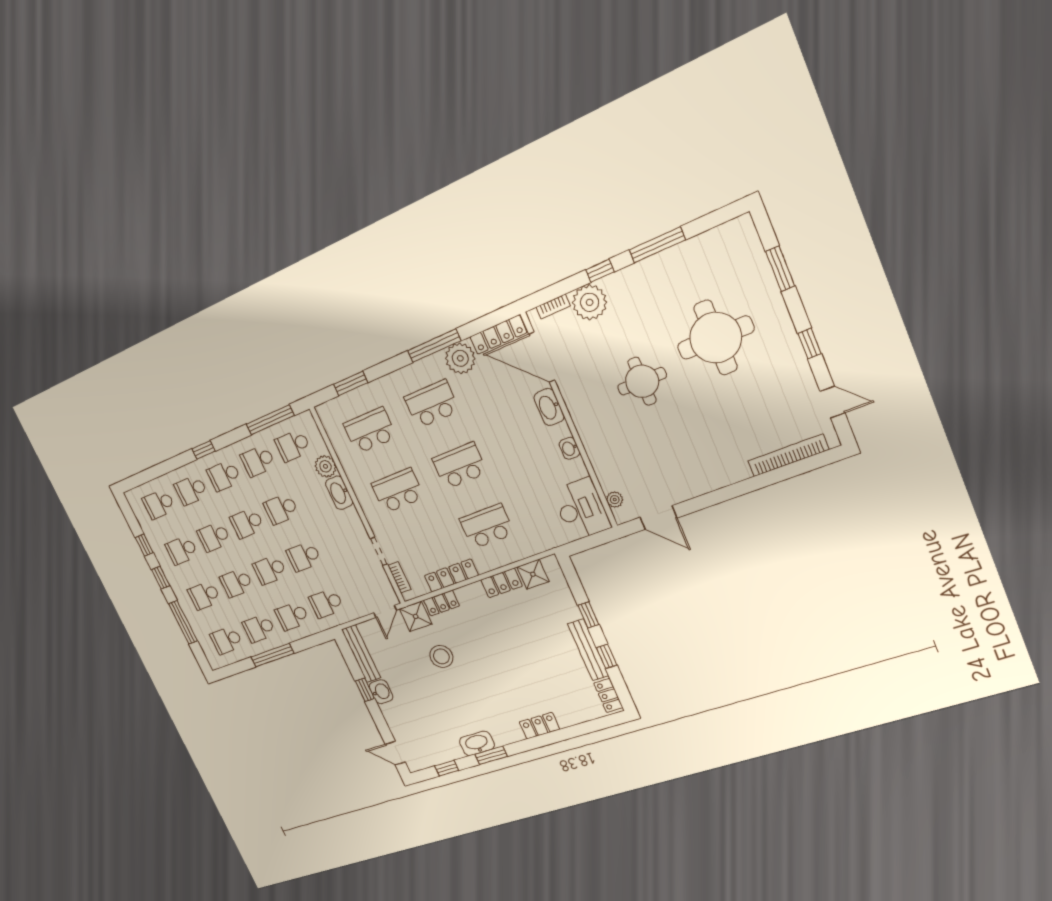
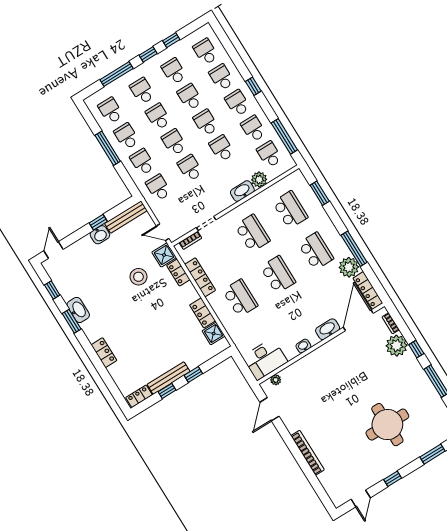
round table: (642, 381) -> (354, 385), removed
bookcase: (788, 455) -> (307, 453), moved

